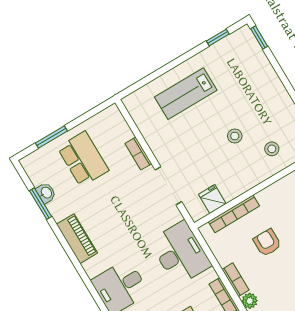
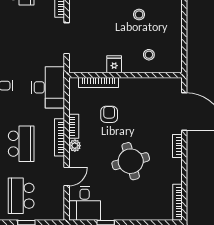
stool: (235, 136) -> (139, 15), moved
fridge: (212, 199) -> (114, 64), moved

